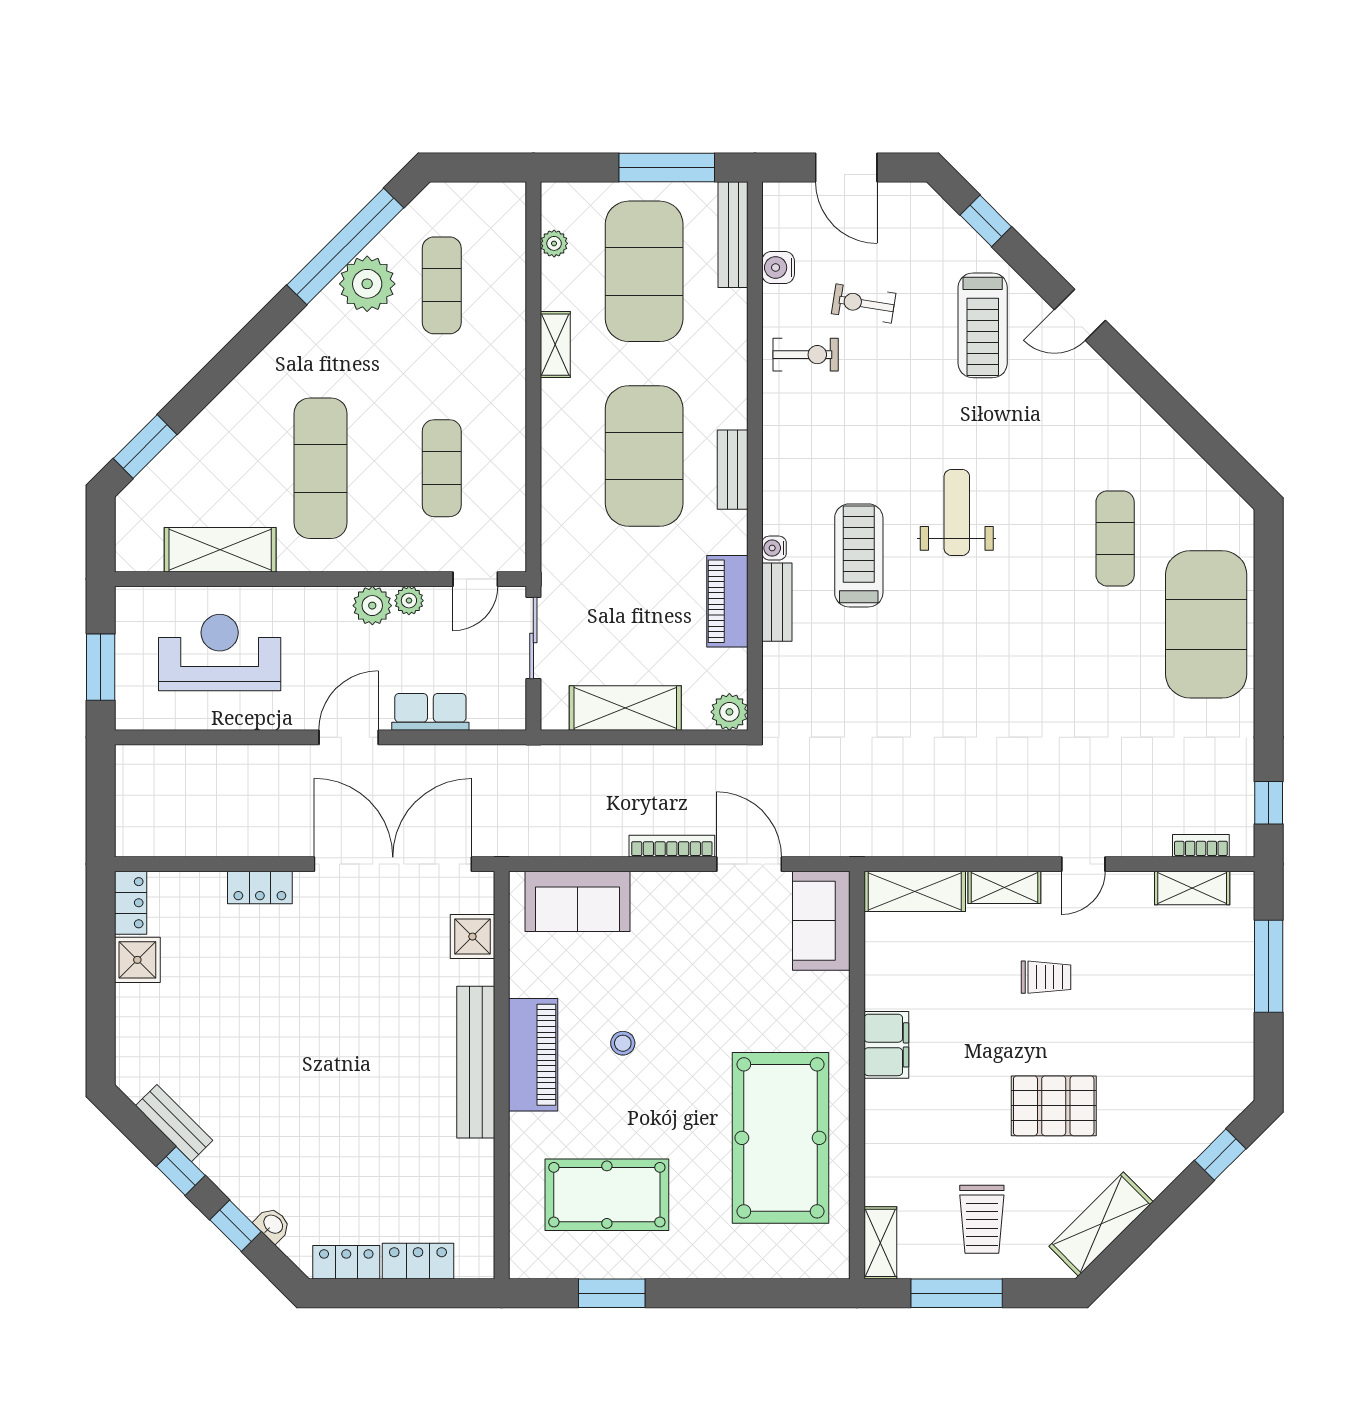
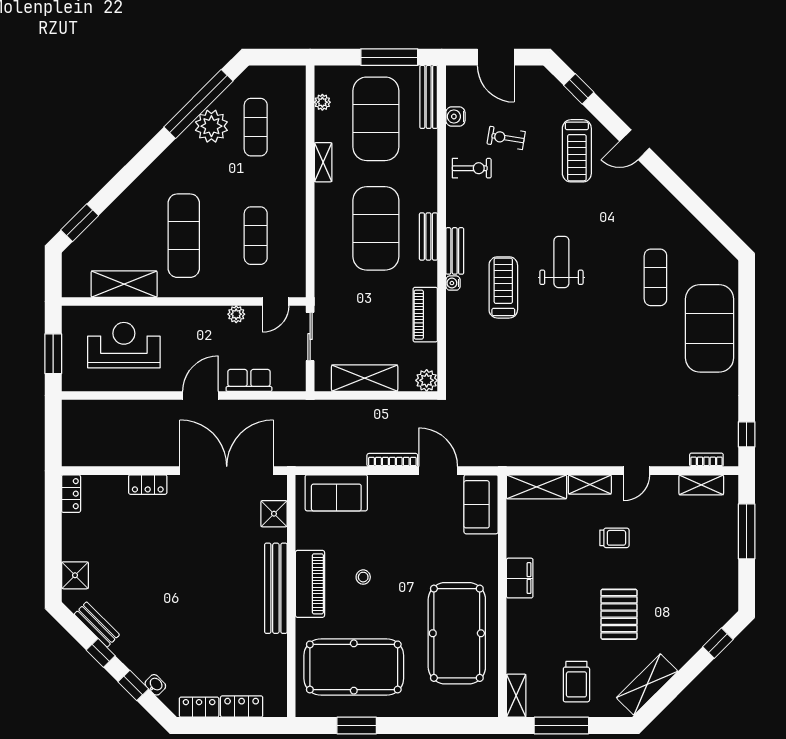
bench: (777, 602) -> (455, 251), moved
plant: (372, 606) -> (214, 317), removed
shower: (137, 960) -> (75, 575), moved
pallet: (1054, 1106) -> (619, 614), turned 90
pool table: (607, 1195) -> (354, 667), width x1.36, depth x1.32

